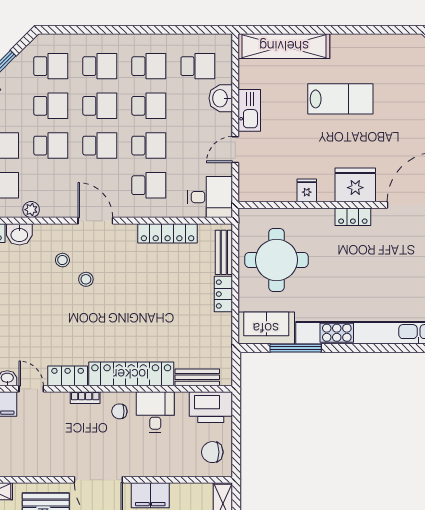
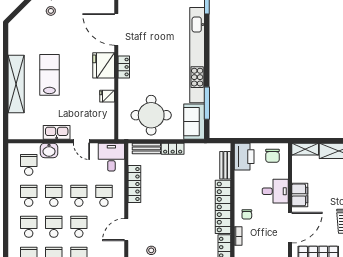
shelving: (284, 46) -> (16, 84), moved
stool: (86, 279) -> (163, 236), removed
desk: (155, 412) -> (275, 191), moved, turned 180

